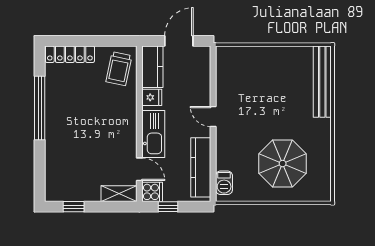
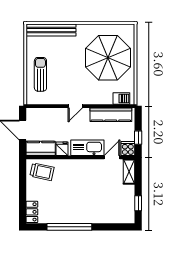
locker: (70, 54) -> (32, 212), width x0.66
sun lounger: (259, 66) -> (40, 74), added
parasol: (283, 164) -> (108, 58), width x1.36, depth x1.36

